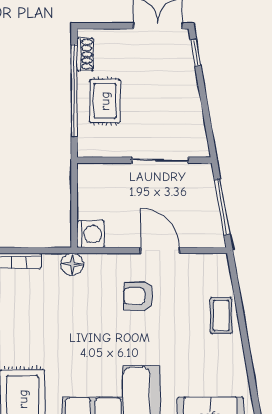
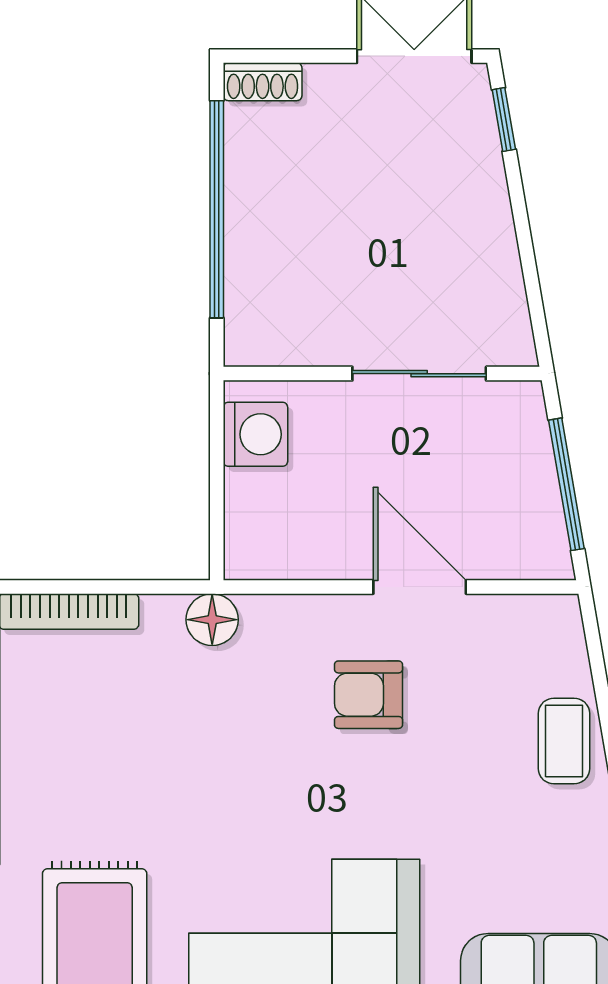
shoe rack: (85, 54) -> (263, 82), moved, turned 90
rug: (105, 101) -> (289, 234), removed
washing machine: (91, 234) -> (255, 434), moved

